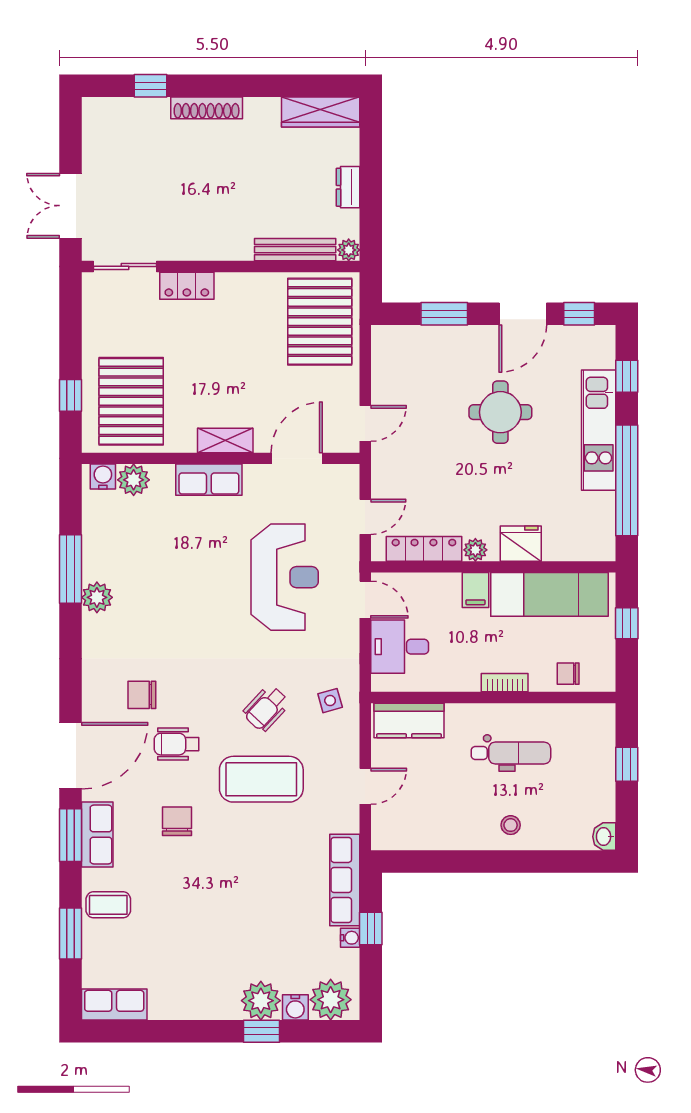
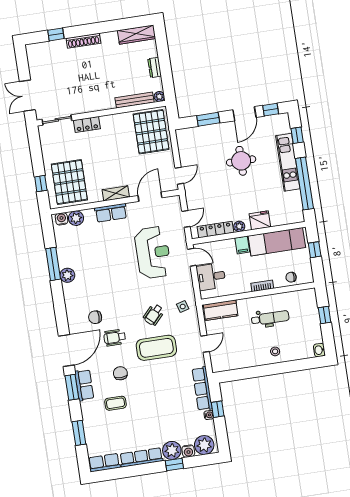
coffee table: (108, 905) -> (115, 403), moved
row of seats: (194, 1006) -> (141, 457), added

